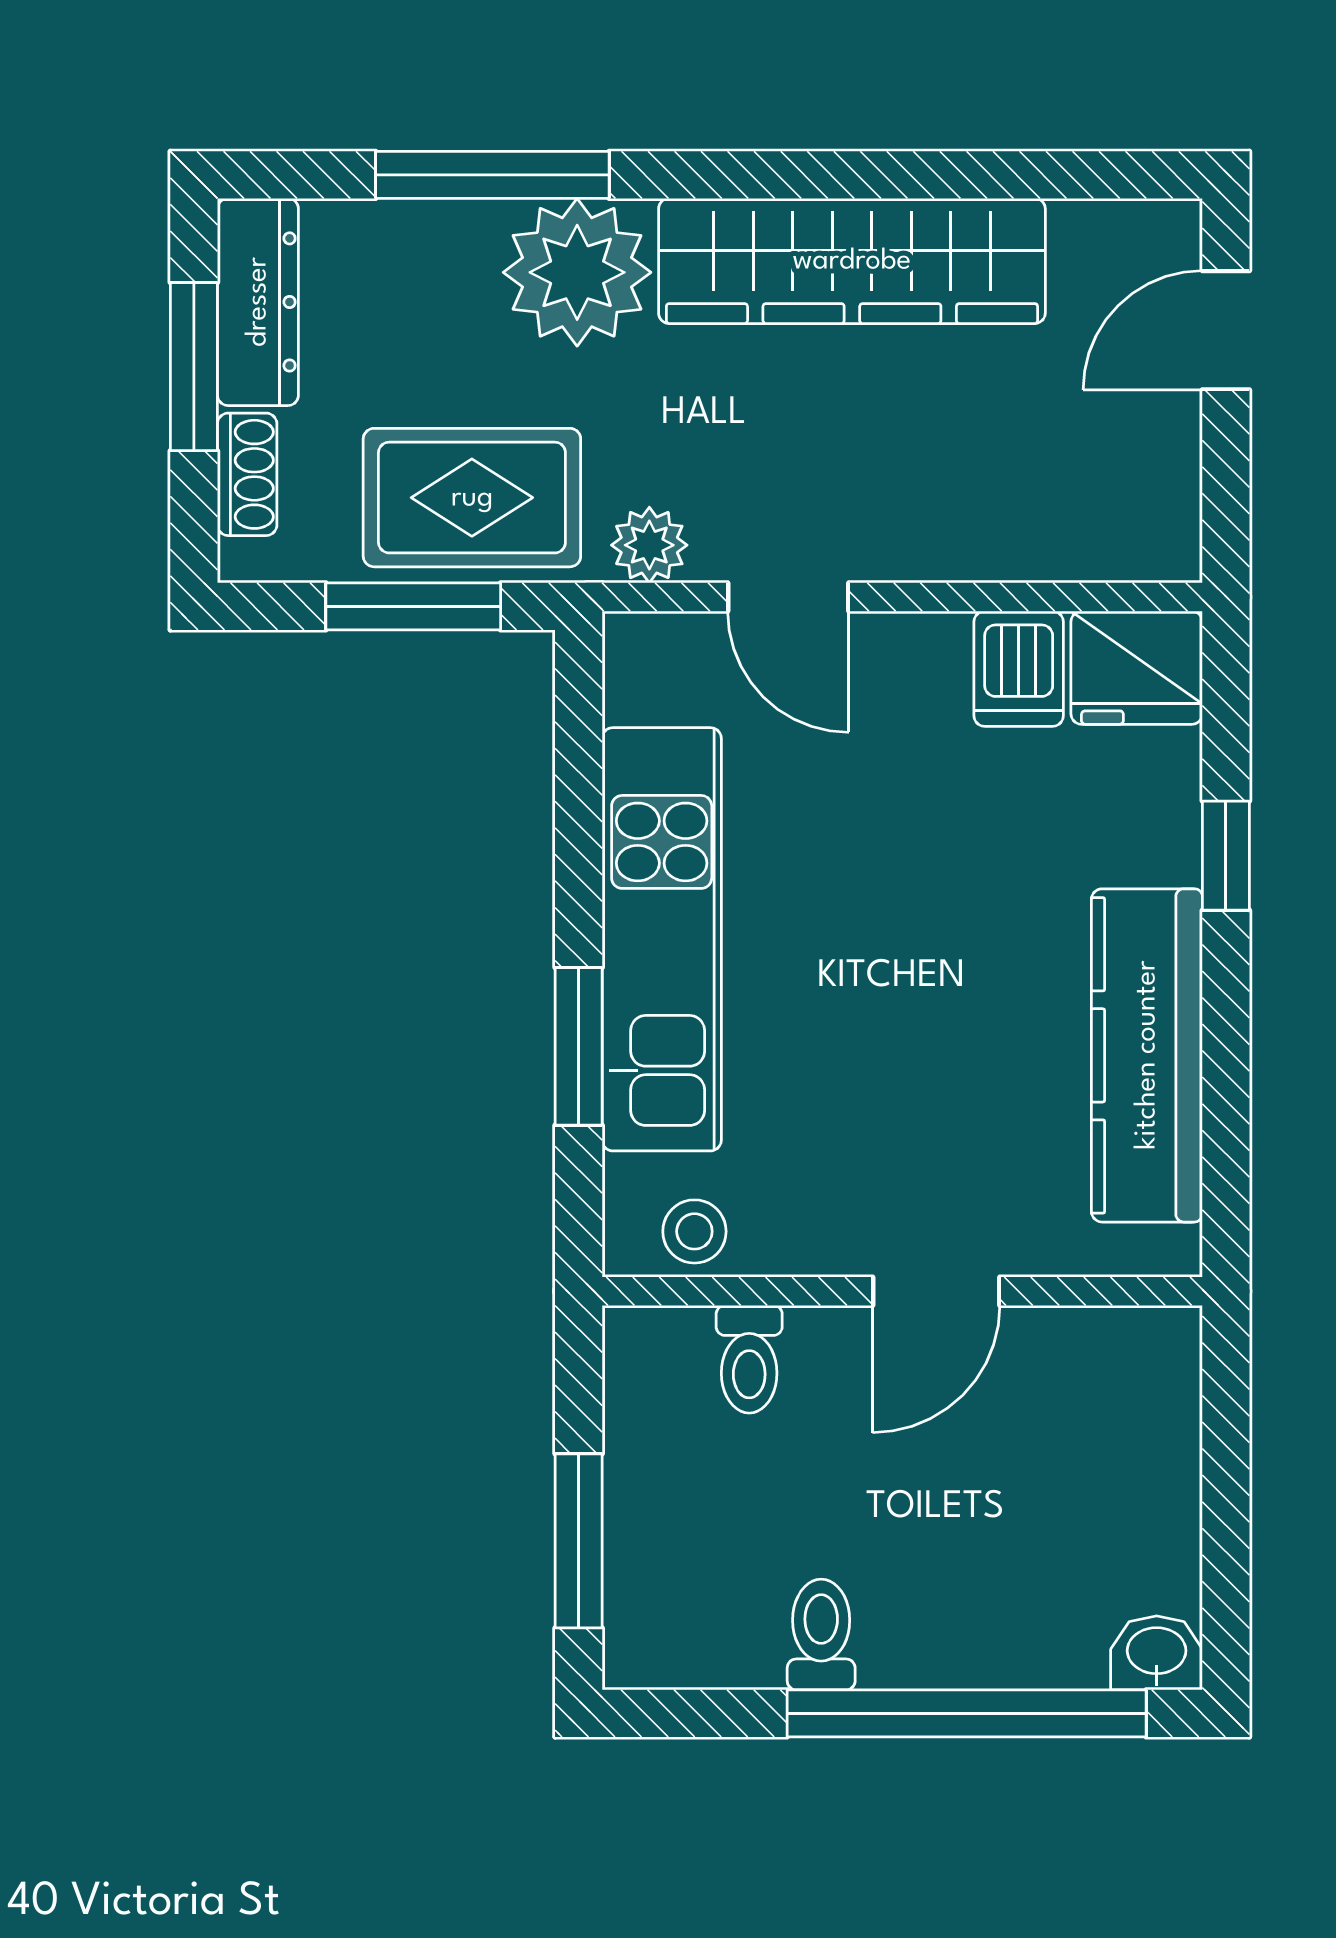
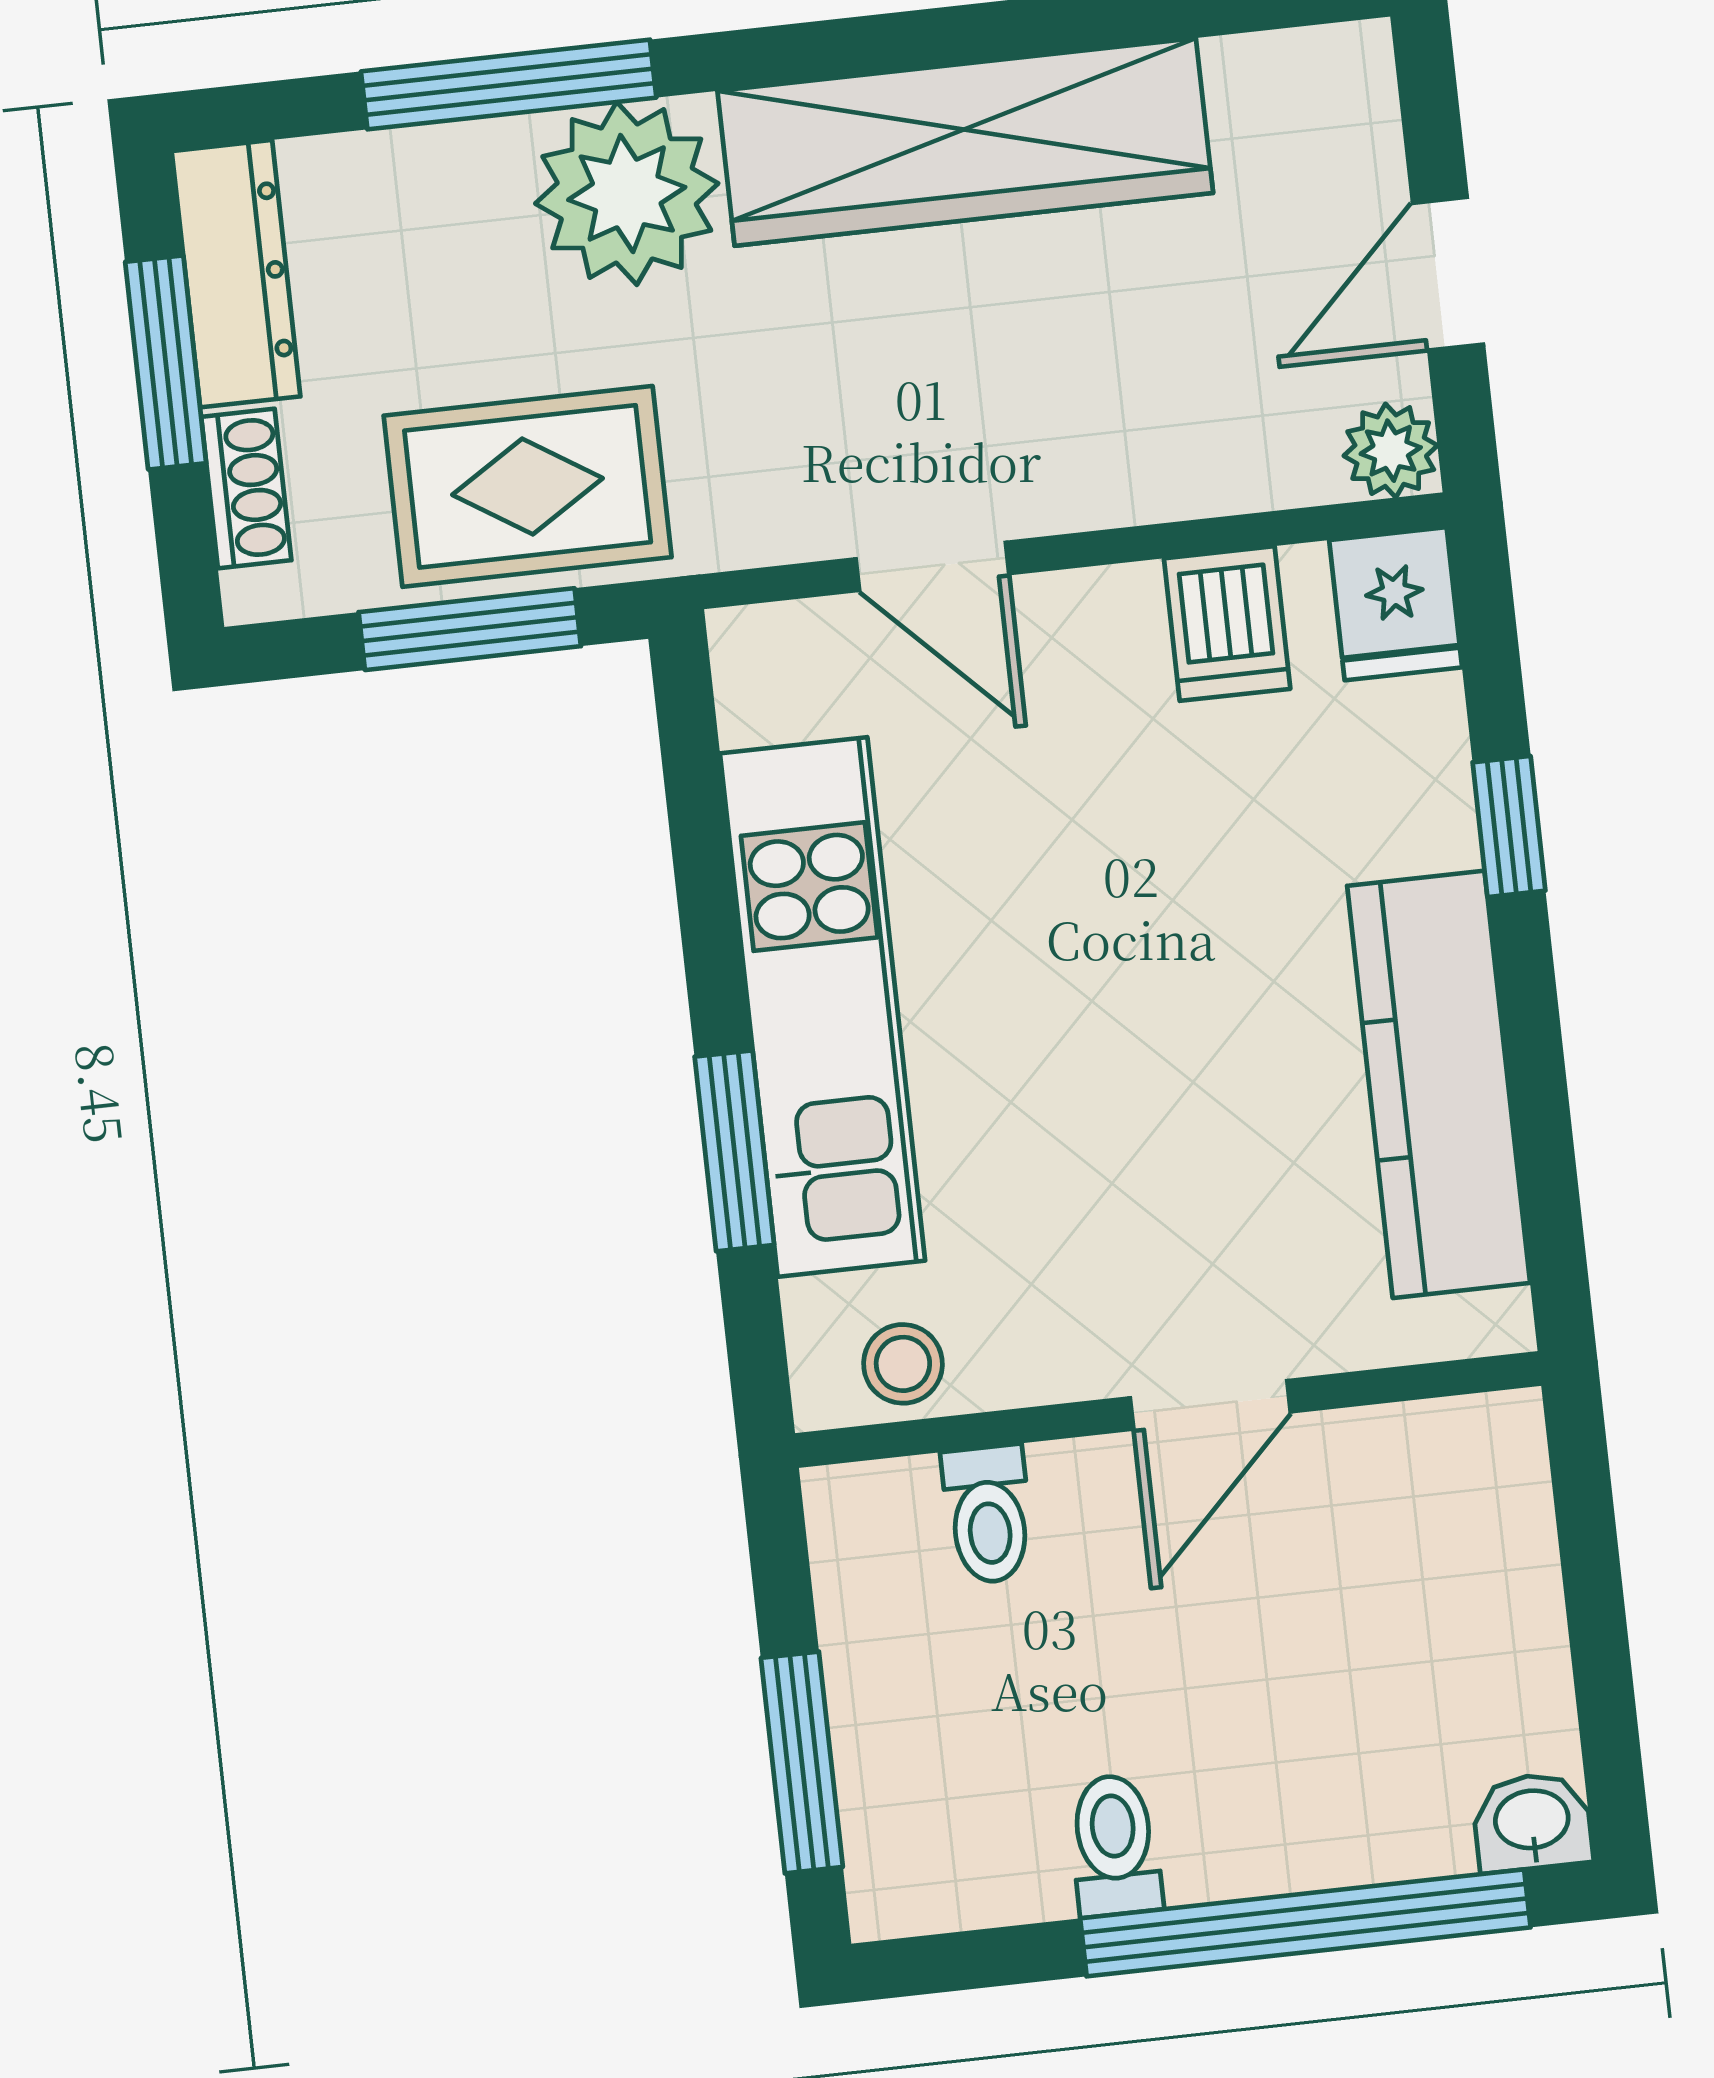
door: (1226, 330) -> (1448, 274), moved
plant: (649, 545) -> (1391, 451), moved
fridge: (1137, 668) -> (1396, 604), width x0.72

